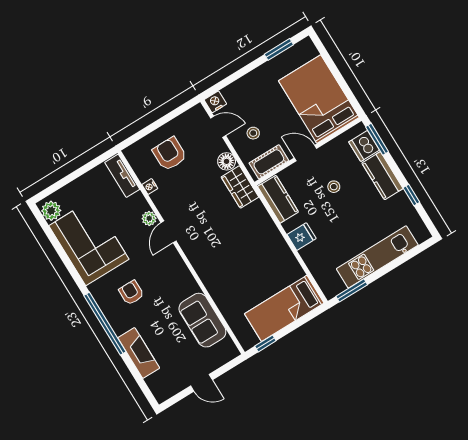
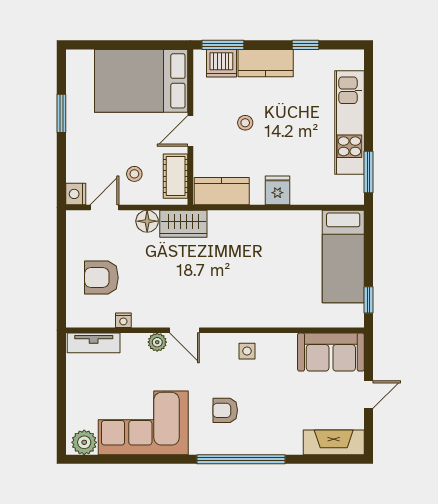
window: (279, 49) -> (61, 113), moved
side table: (180, 283) -> (247, 351), added
sofa: (202, 320) -> (331, 352), moved
fireplace: (139, 353) -> (334, 442), moved

